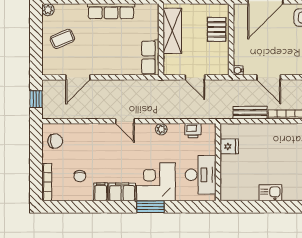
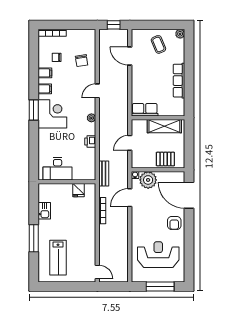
plant: (245, 53) -> (148, 180), added
bench: (250, 113) -> (104, 173), moved
chair: (55, 141) -> (82, 61), moved
fridge: (229, 146) -> (79, 190), moved
wall: (218, 162) -> (67, 182), moved
desk: (201, 175) -> (58, 169), moved
filing cabinet: (122, 192) -> (45, 89), width x0.50
kitchen sink: (270, 193) -> (44, 211), moved

